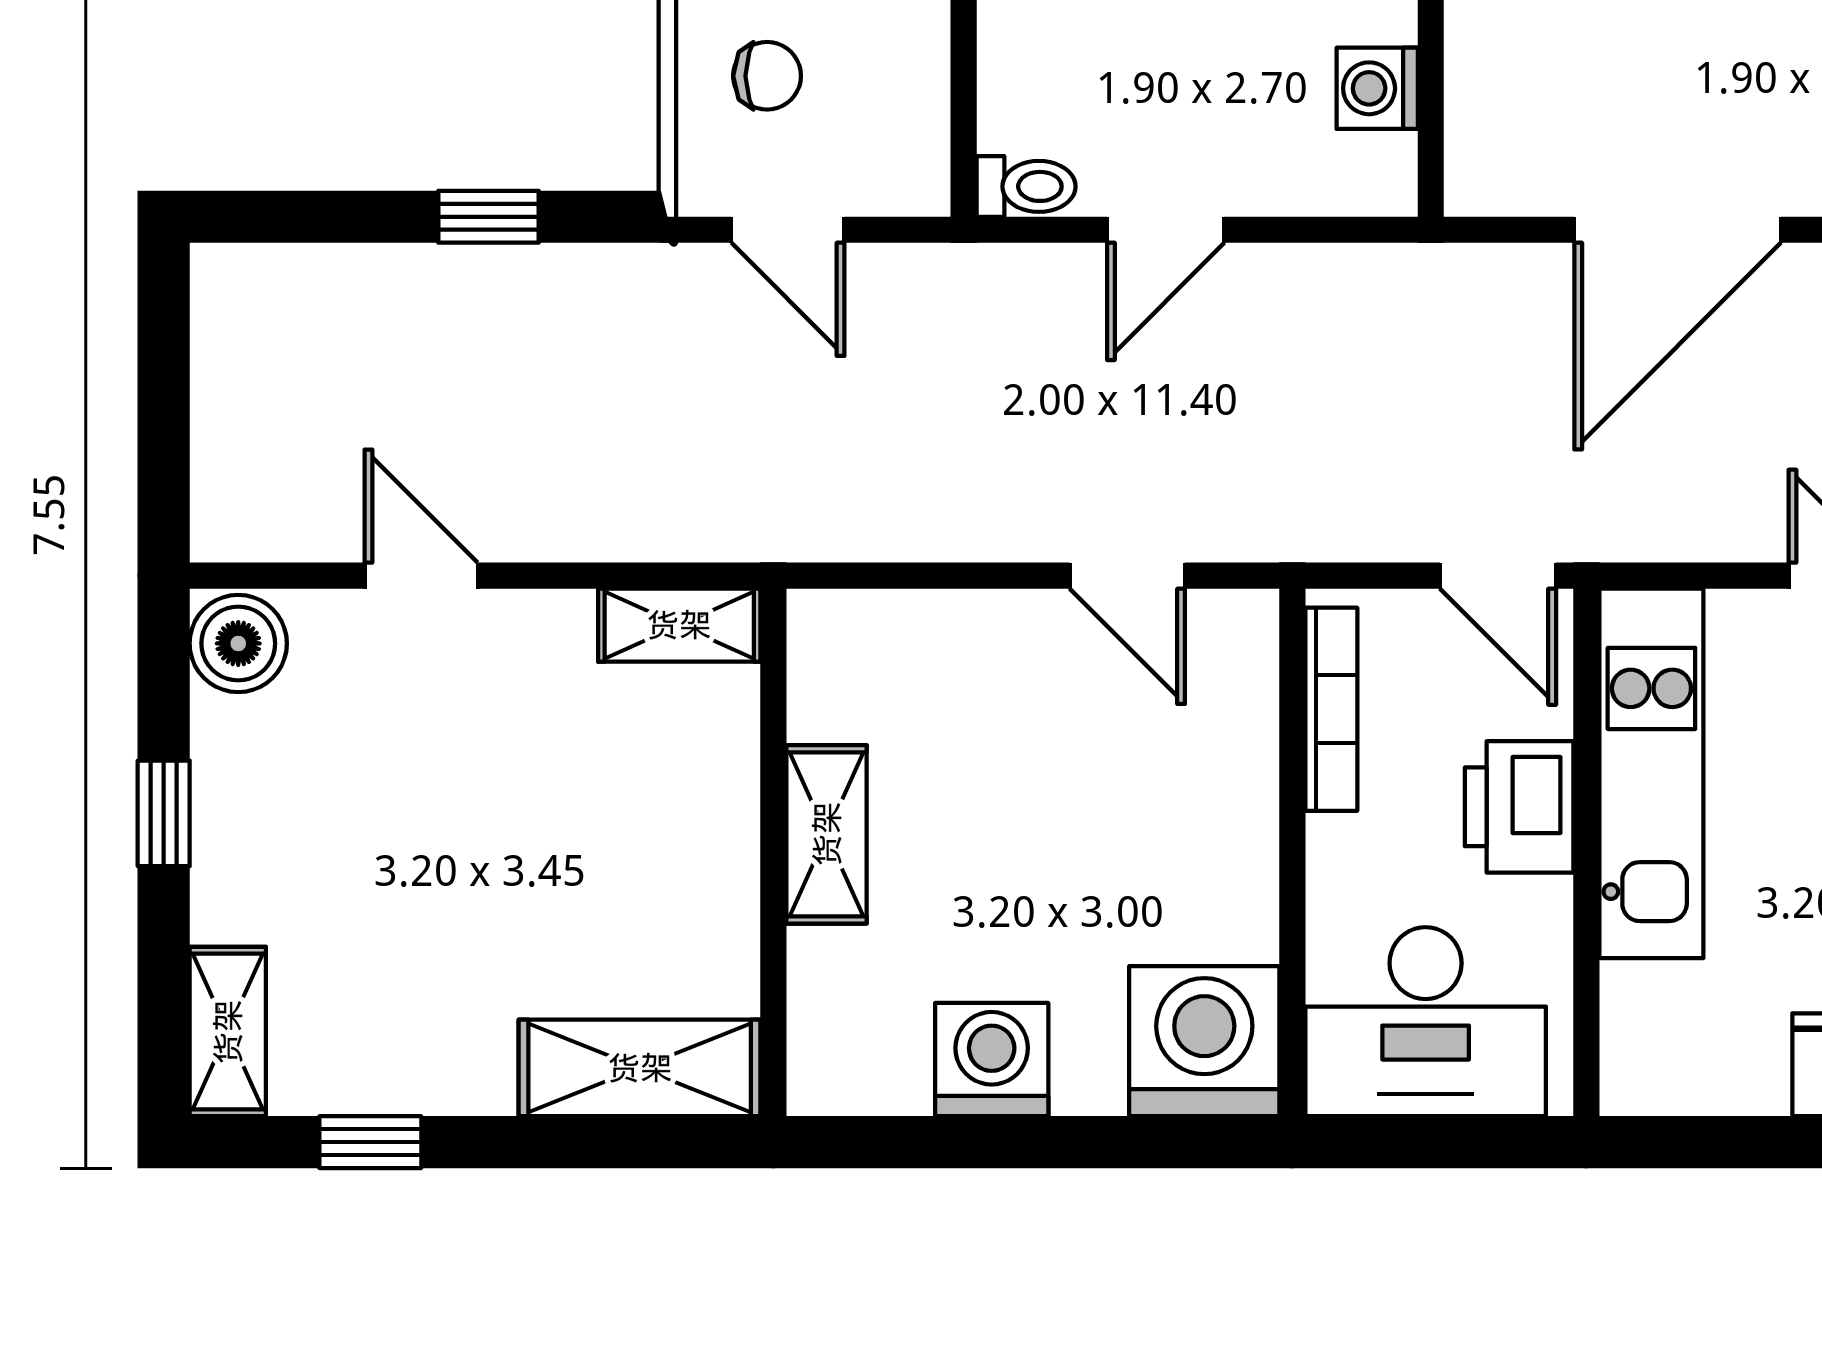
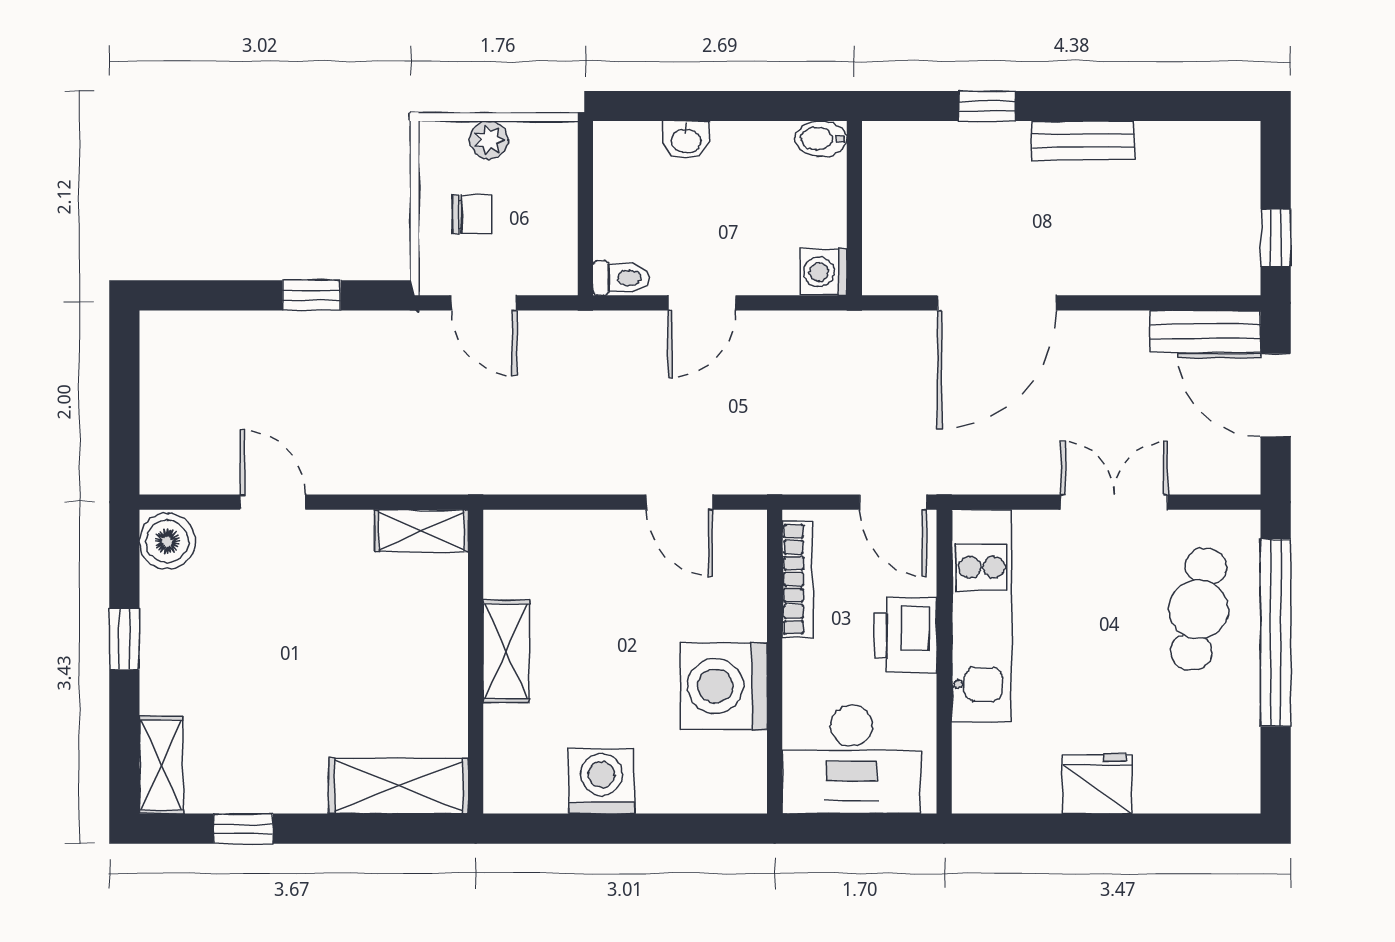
washing machine: (1377, 88) -> (824, 272), moved
washing machine: (1204, 1041) -> (724, 686), moved, turned -90

